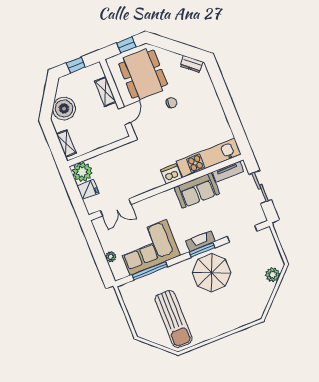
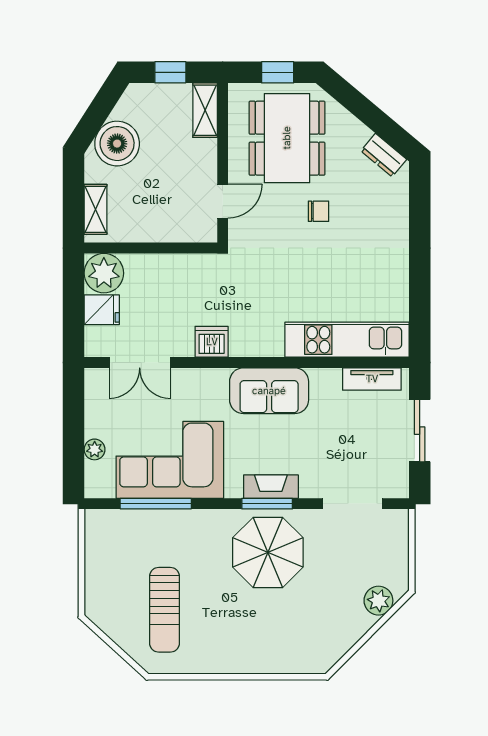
shelving: (105, 92) -> (205, 110), moved
dishwasher: (171, 174) -> (212, 342), moved
sofa: (197, 190) -> (269, 391), moved
sun lounger: (174, 319) -> (164, 610), width x0.73, depth x0.75

